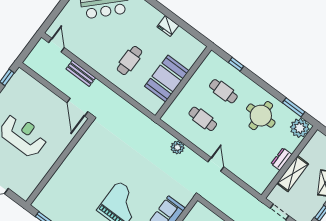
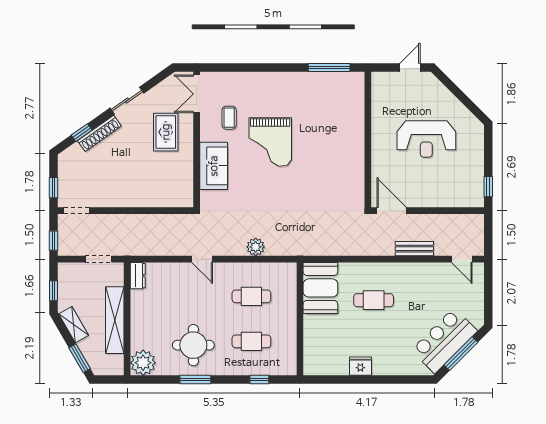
cafe table: (130, 60) -> (374, 300), turned 90
booth: (167, 79) -> (320, 288), moved
window: (294, 107) -> (195, 379), moved
dresser: (281, 159) -> (138, 276), moved
shelving: (293, 174) -> (115, 320), width x1.47

